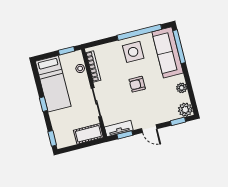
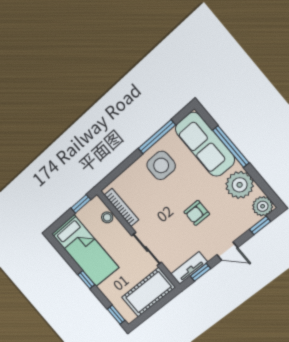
window: (139, 32) -> (157, 137), width x0.68
window: (179, 47) -> (231, 147), moved
armchair: (137, 84) -> (197, 213), moved
plant: (182, 88) -> (240, 185), width x1.87, depth x1.87
cot: (88, 134) -> (148, 292), width x1.37, depth x1.34

